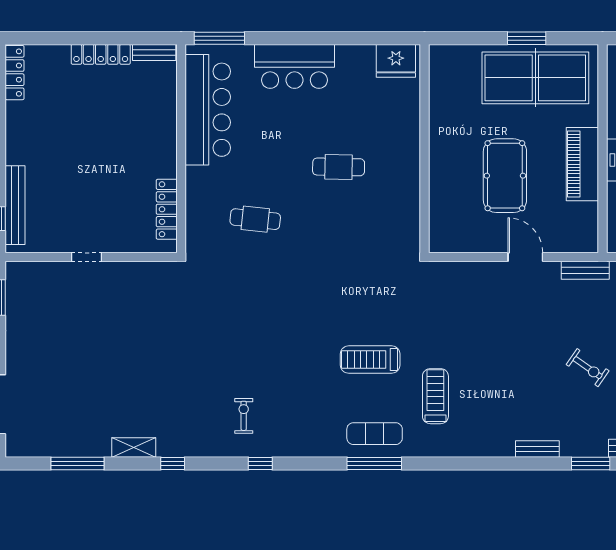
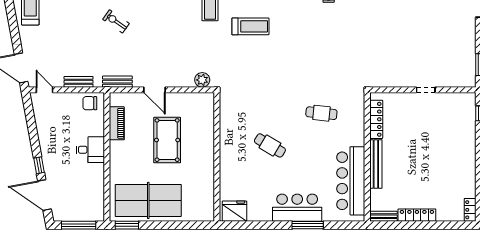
window: (219, 38) -> (308, 225), moved
window: (527, 38) -> (127, 225), moved
locker: (15, 73) -> (470, 210), width x0.66
piano: (582, 164) -> (117, 123), moved, width x0.73, depth x0.75
cafe table: (339, 167) -> (270, 145), turned 30
bench: (15, 205) -> (376, 164), moved
plant: (448, 273) -> (202, 80), added

